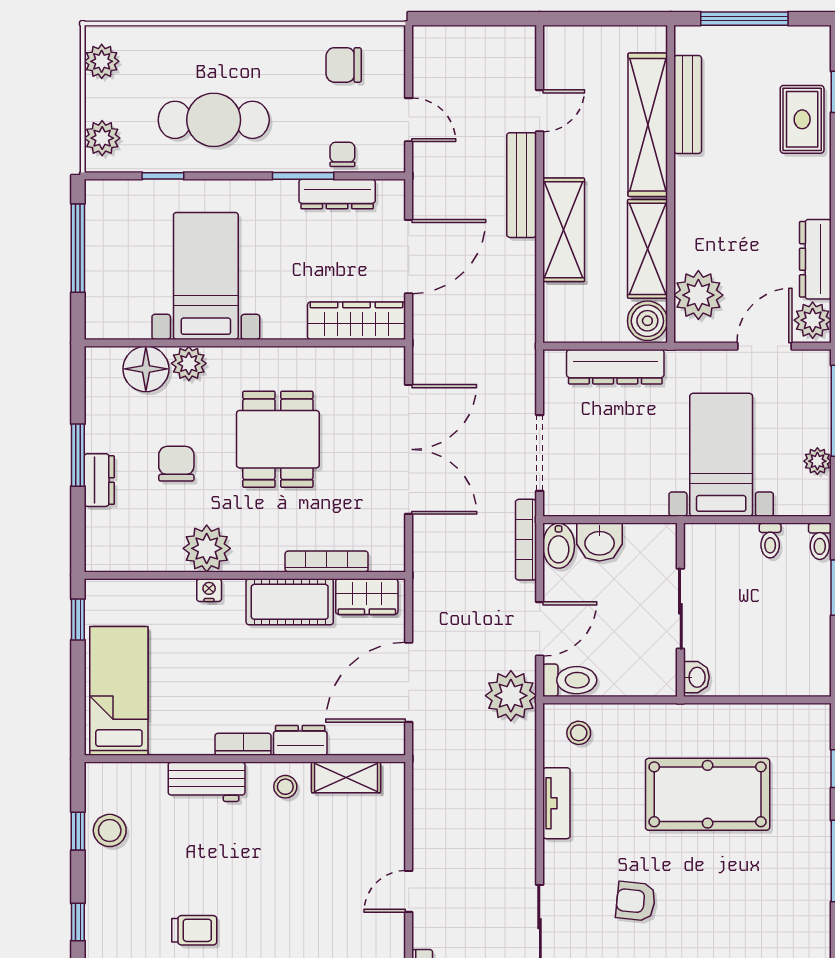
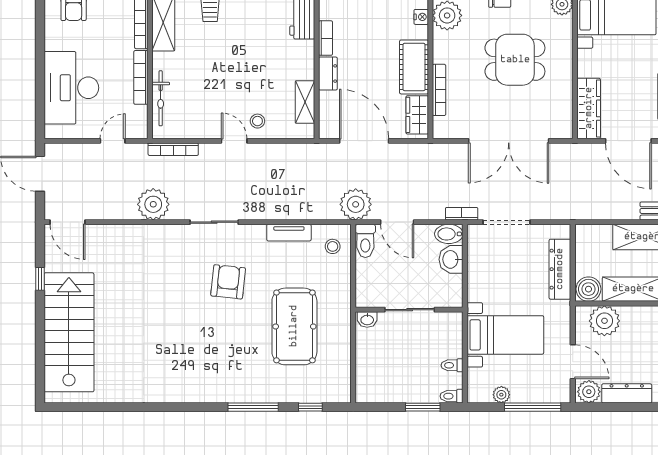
bookcase: (526, 540) -> (462, 214), width x0.64
stool: (285, 787) -> (257, 121), moved
armchair: (636, 901) -> (228, 282), width x1.38, depth x1.38

